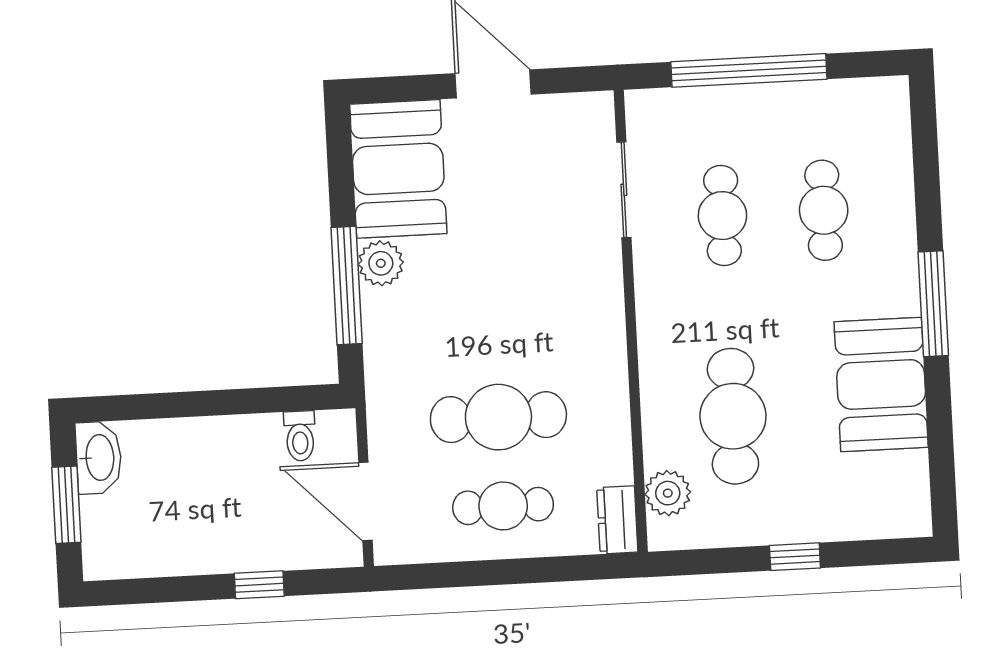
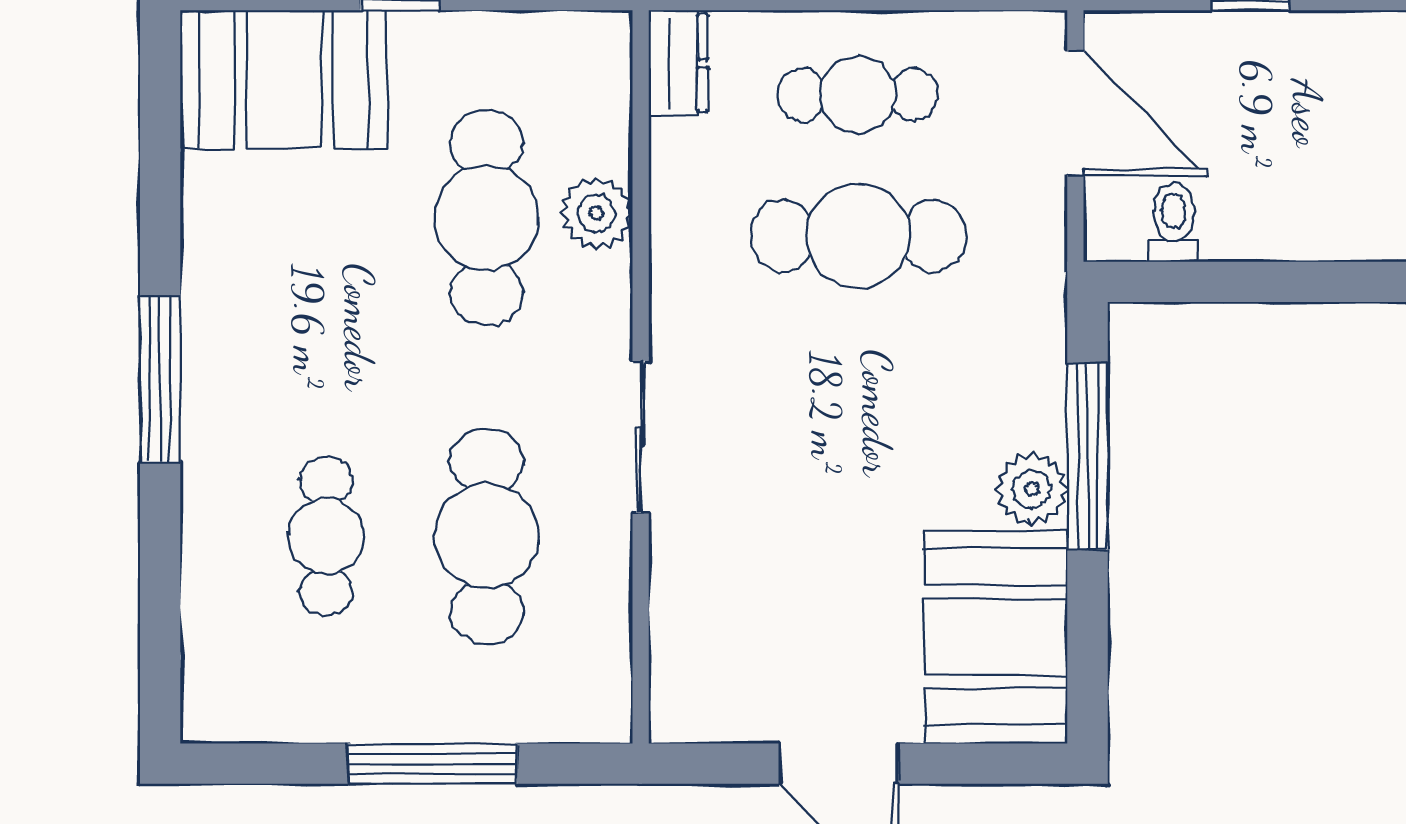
window: (749, 70) -> (433, 764), width x0.68
sliding door: (624, 190) -> (641, 437), moved
cafe table: (722, 216) -> (487, 536), width x1.37, depth x1.35
booth: (881, 384) -> (283, 80), moved, turned 90
plant: (668, 493) -> (596, 213), moved

